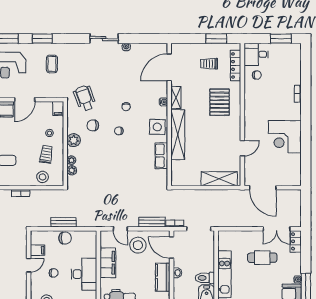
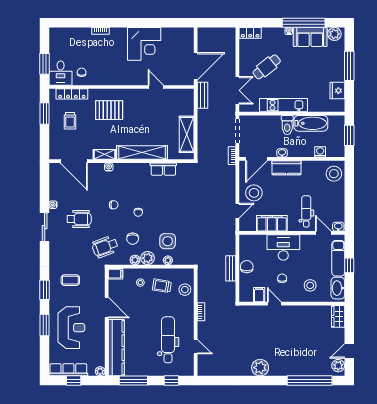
window: (281, 39) -> (45, 64), moved
wheelchair: (112, 73) -> (79, 219), added
side table: (157, 127) -> (168, 241), moved
plant: (72, 170) -> (135, 260), moved
shelving: (219, 179) -> (187, 134), moved
bench: (152, 222) -> (203, 95), moved
double door: (277, 229) -> (237, 90), moved
cafe table: (262, 258) -> (267, 67), turned 51

